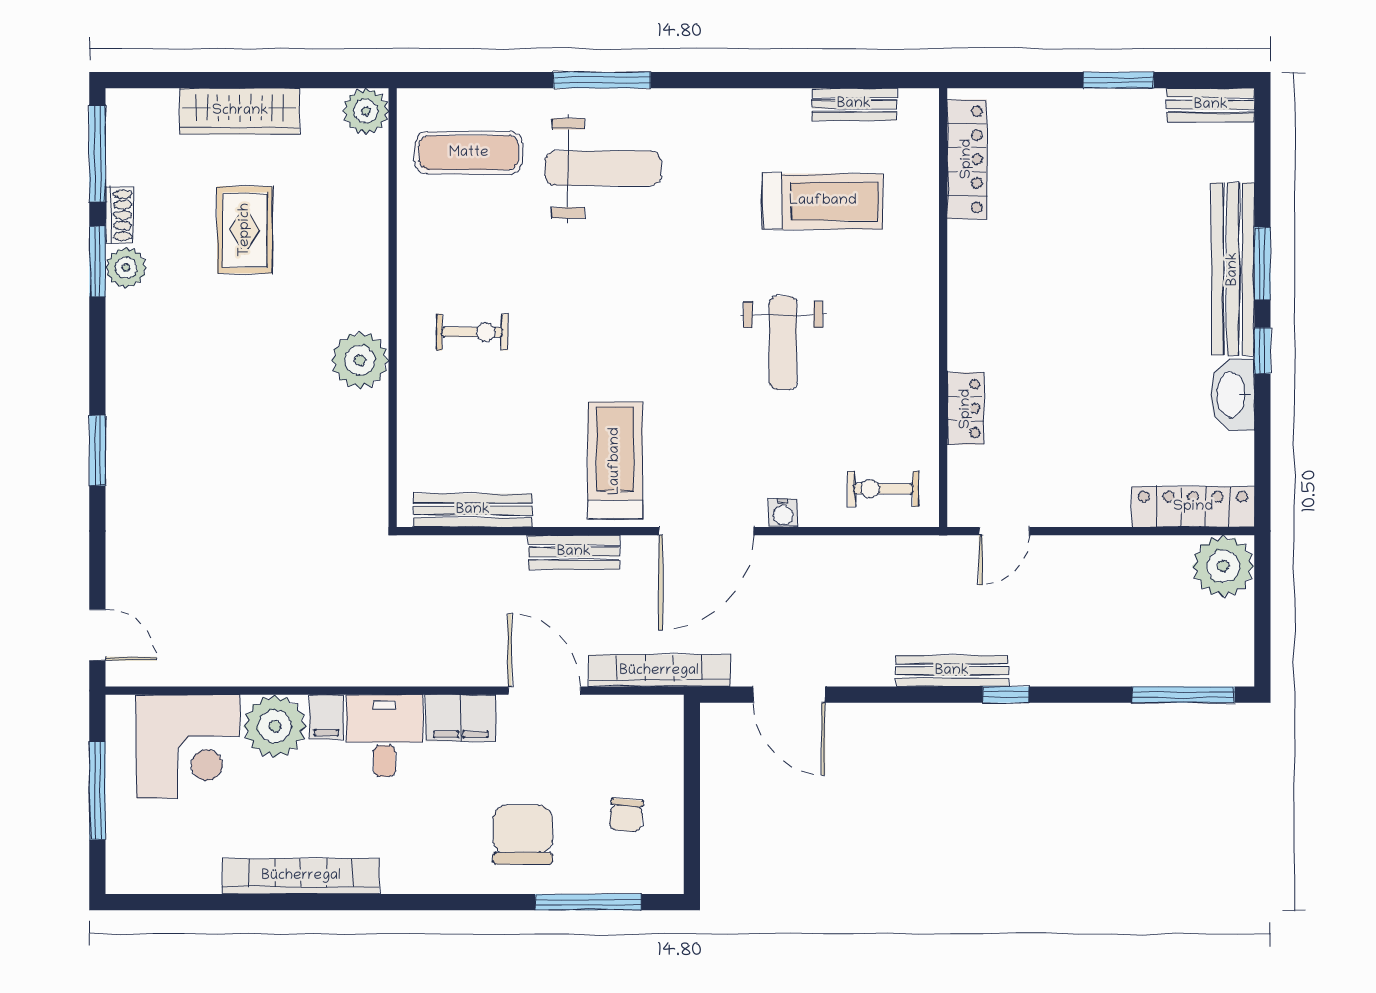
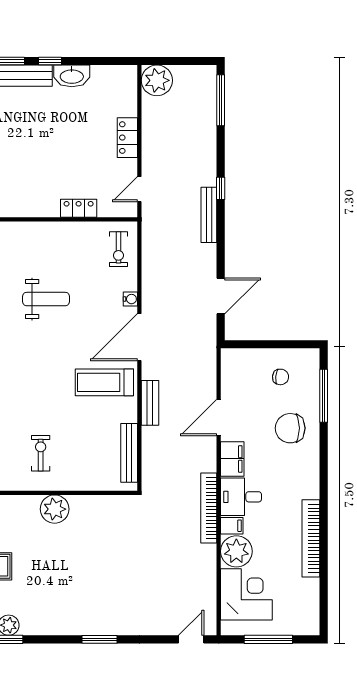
locker: (1193, 507) -> (127, 138), moved, width x0.66
door: (706, 531) -> (139, 337), swing flipped
door: (1004, 531) -> (139, 189), swing flipped
bookcase: (659, 671) -> (209, 508), moved

